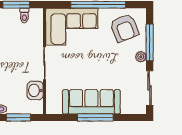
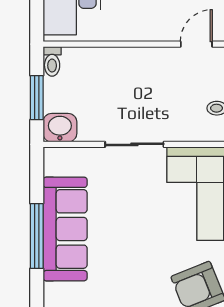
washbasin: (35, 90) -> (60, 128), moved

